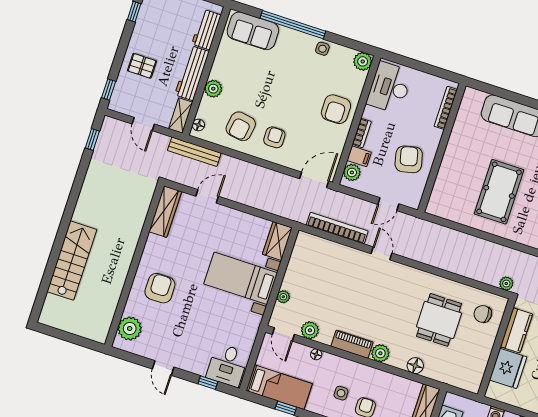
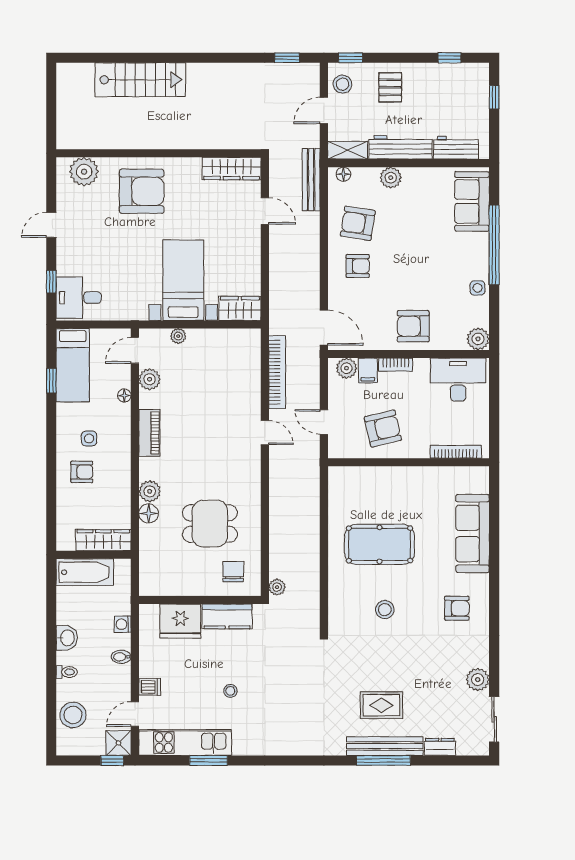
stool: (127, 103) -> (343, 84), added
door: (381, 253) -> (265, 432), hinge flipped
armchair: (160, 288) -> (142, 191), width x1.36, depth x1.36
plant: (380, 353) -> (150, 491), moved

